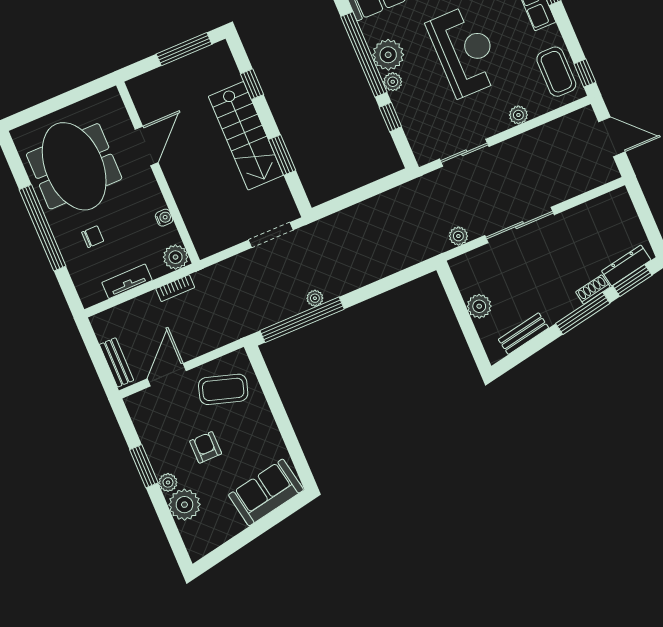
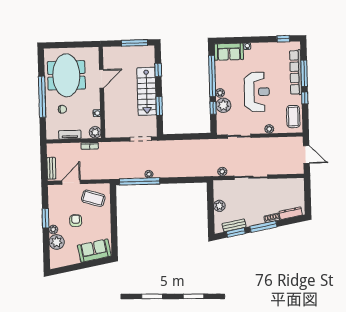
plant: (388, 55) -> (223, 105), moved
window: (585, 73) -> (305, 98), moved
window: (632, 280) -> (236, 233), moved

